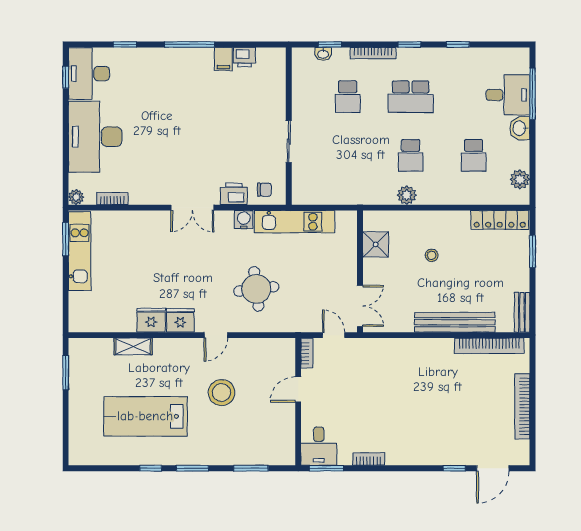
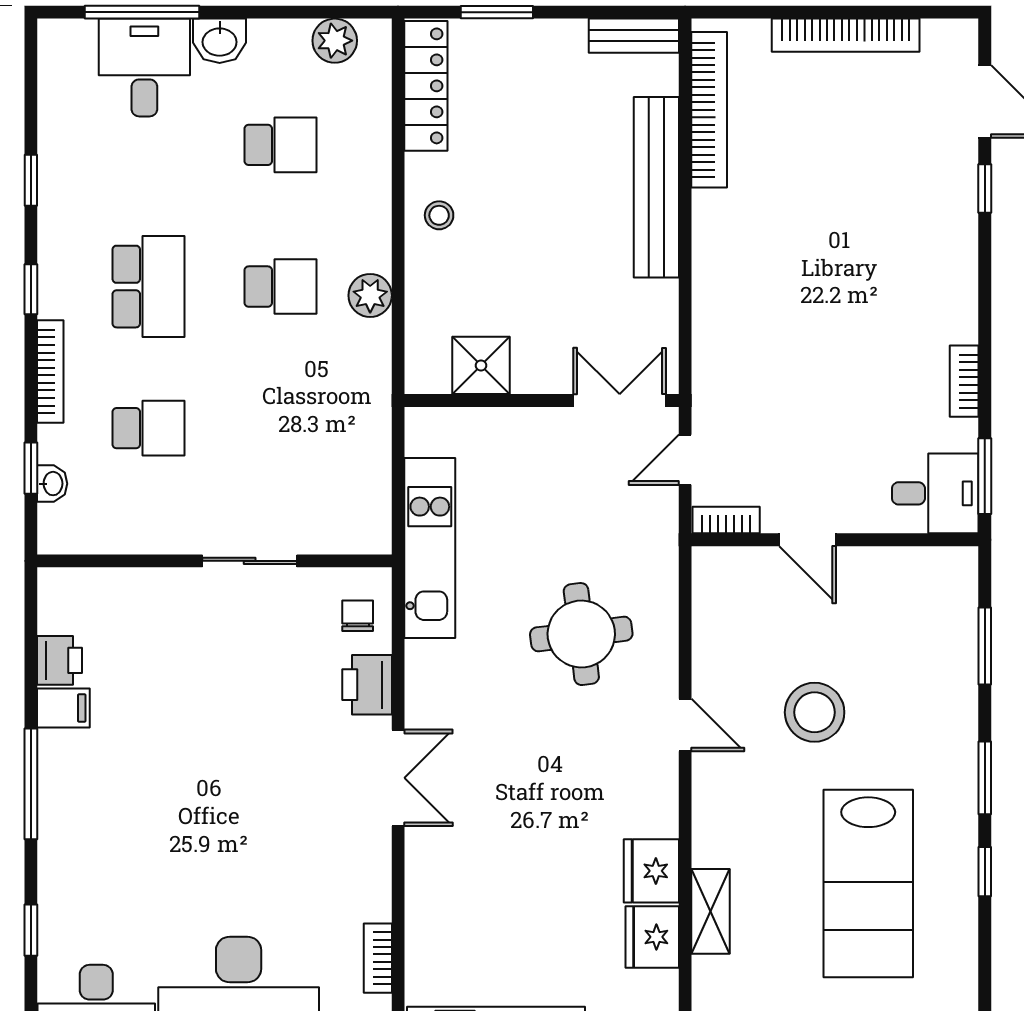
water cooler: (244, 220) -> (425, 662), removed
stool: (432, 255) -> (439, 215), moved
fridge: (180, 320) -> (652, 937), moved

